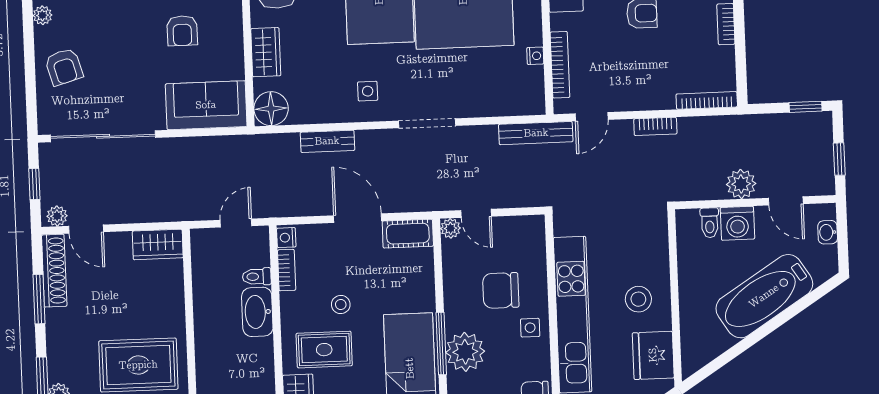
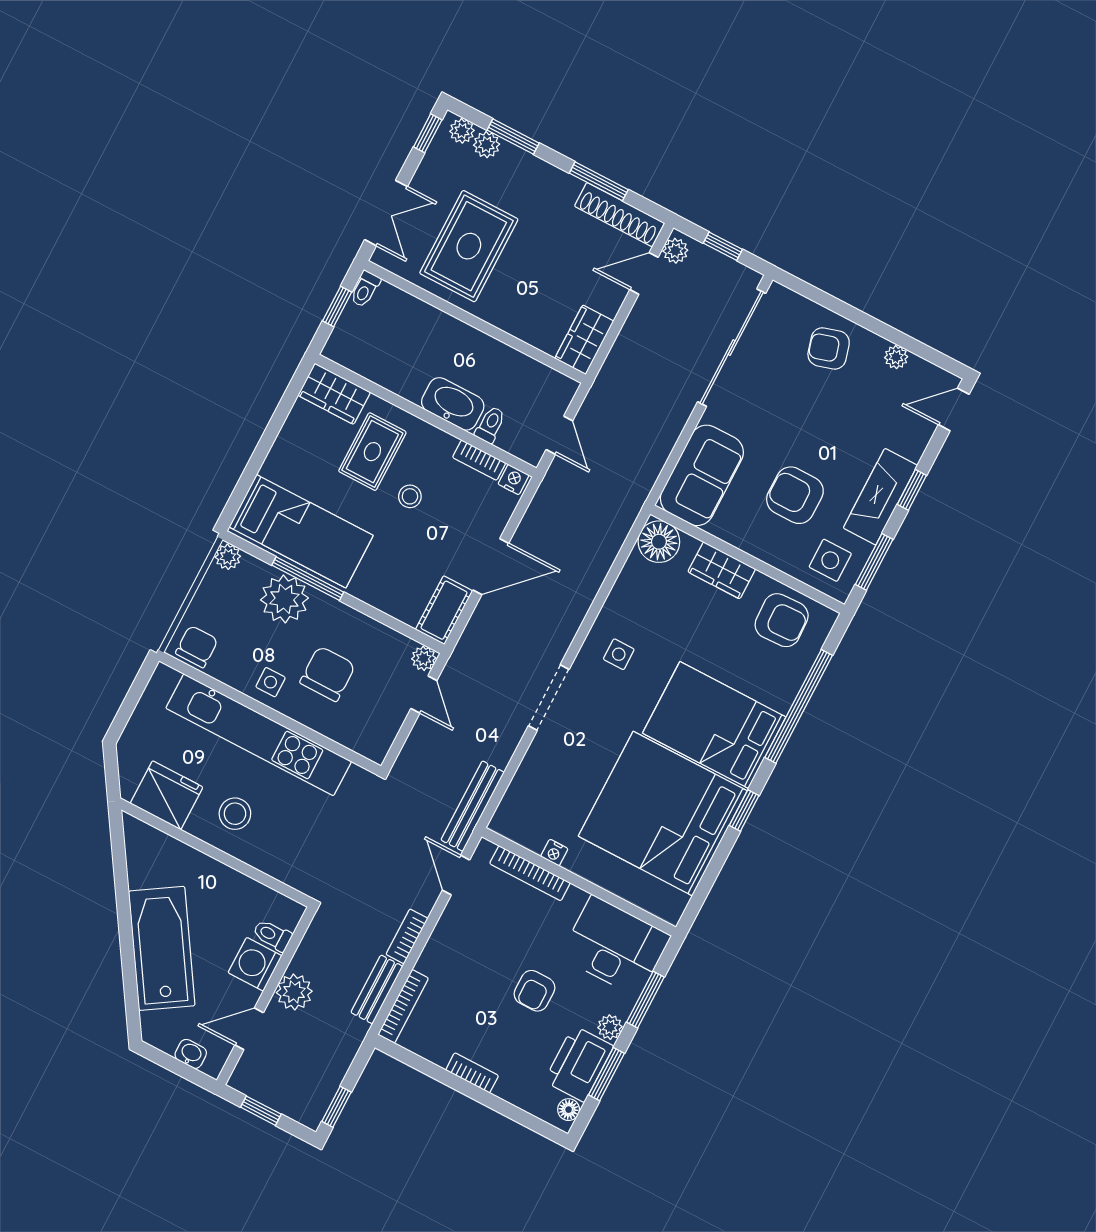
armchair: (182, 31) -> (795, 495), width x1.38, depth x1.38
bench: (327, 141) -> (377, 989), moved
door: (476, 213) -> (424, 694), swing flipped

